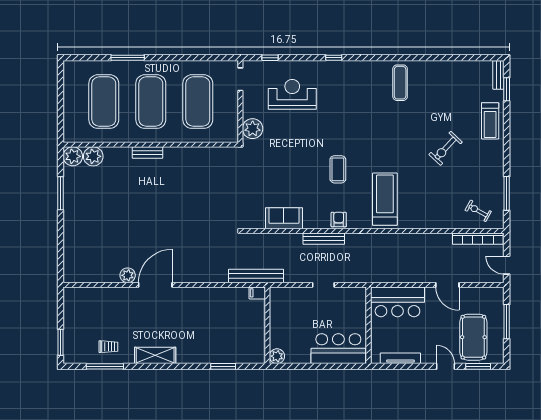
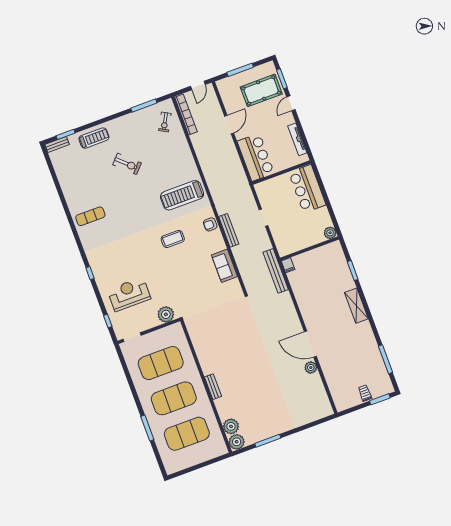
reception desk: (292, 94) -> (129, 294), turned 90
trolley: (108, 347) -> (365, 393), moved
shelving: (155, 355) -> (356, 306), moved

